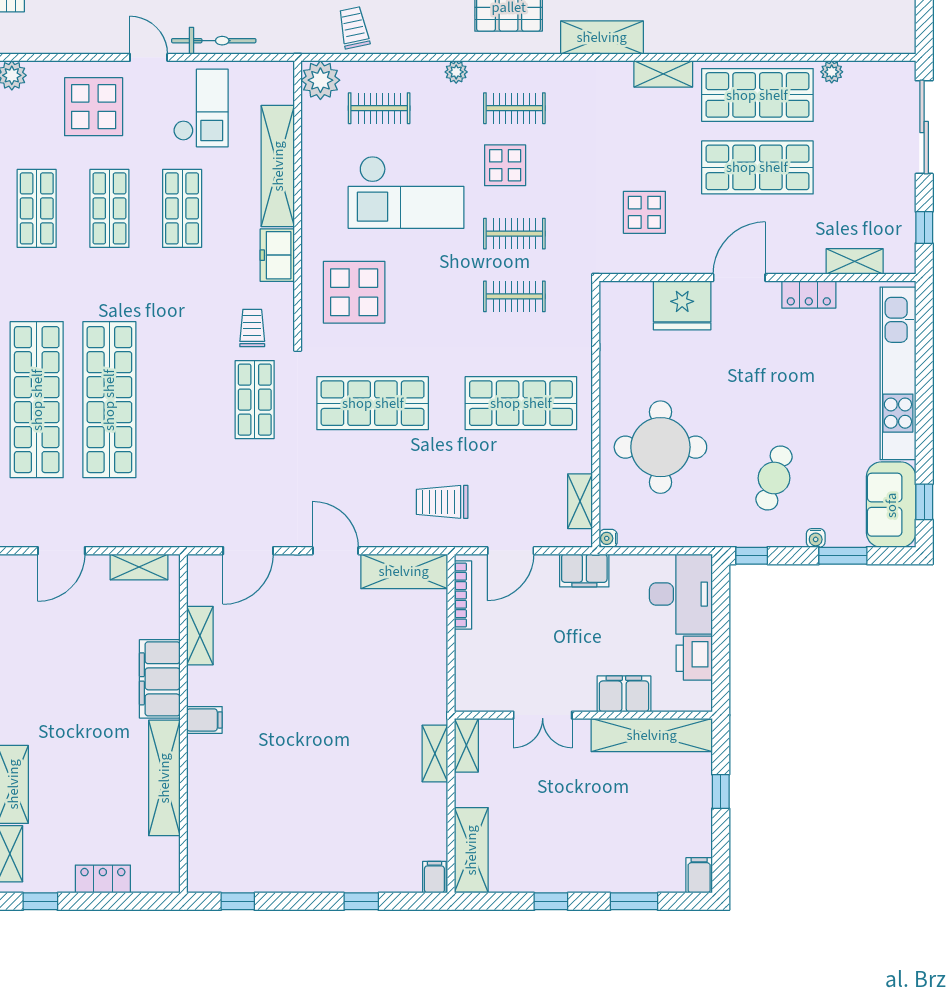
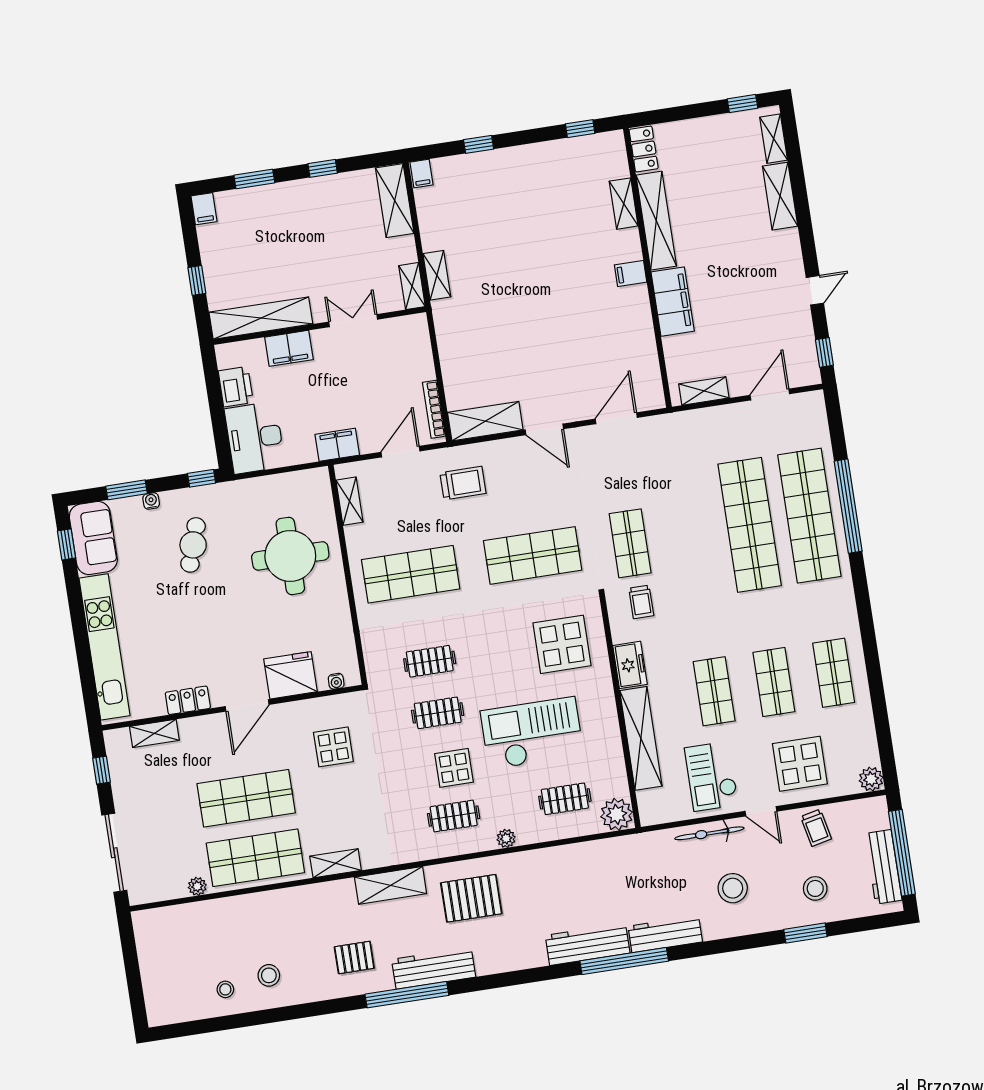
trolley: (354, 28) -> (816, 828), moved
water cooler: (608, 538) -> (336, 681), moved, turned 90
shelving: (200, 636) -> (624, 204), moved
locker: (103, 879) -> (644, 149), moved, turned -90

